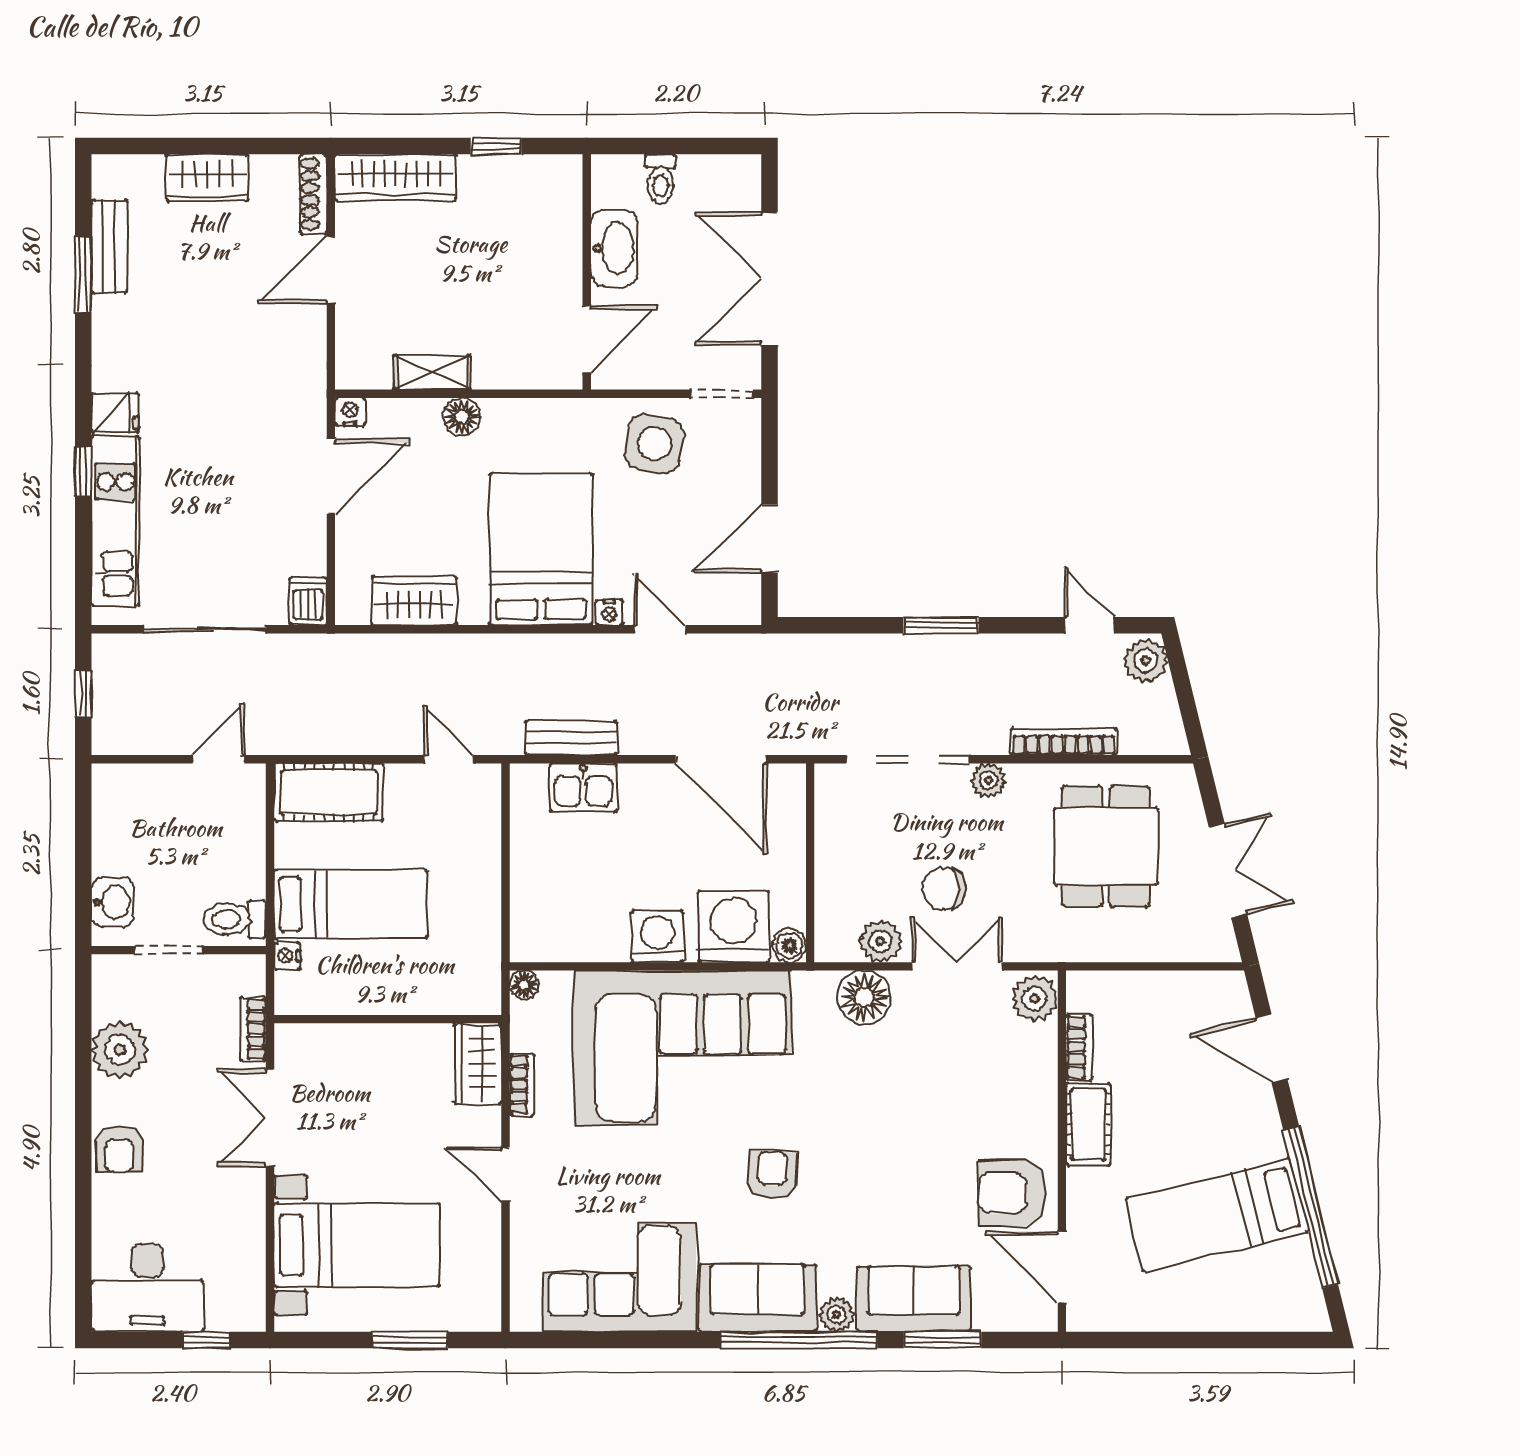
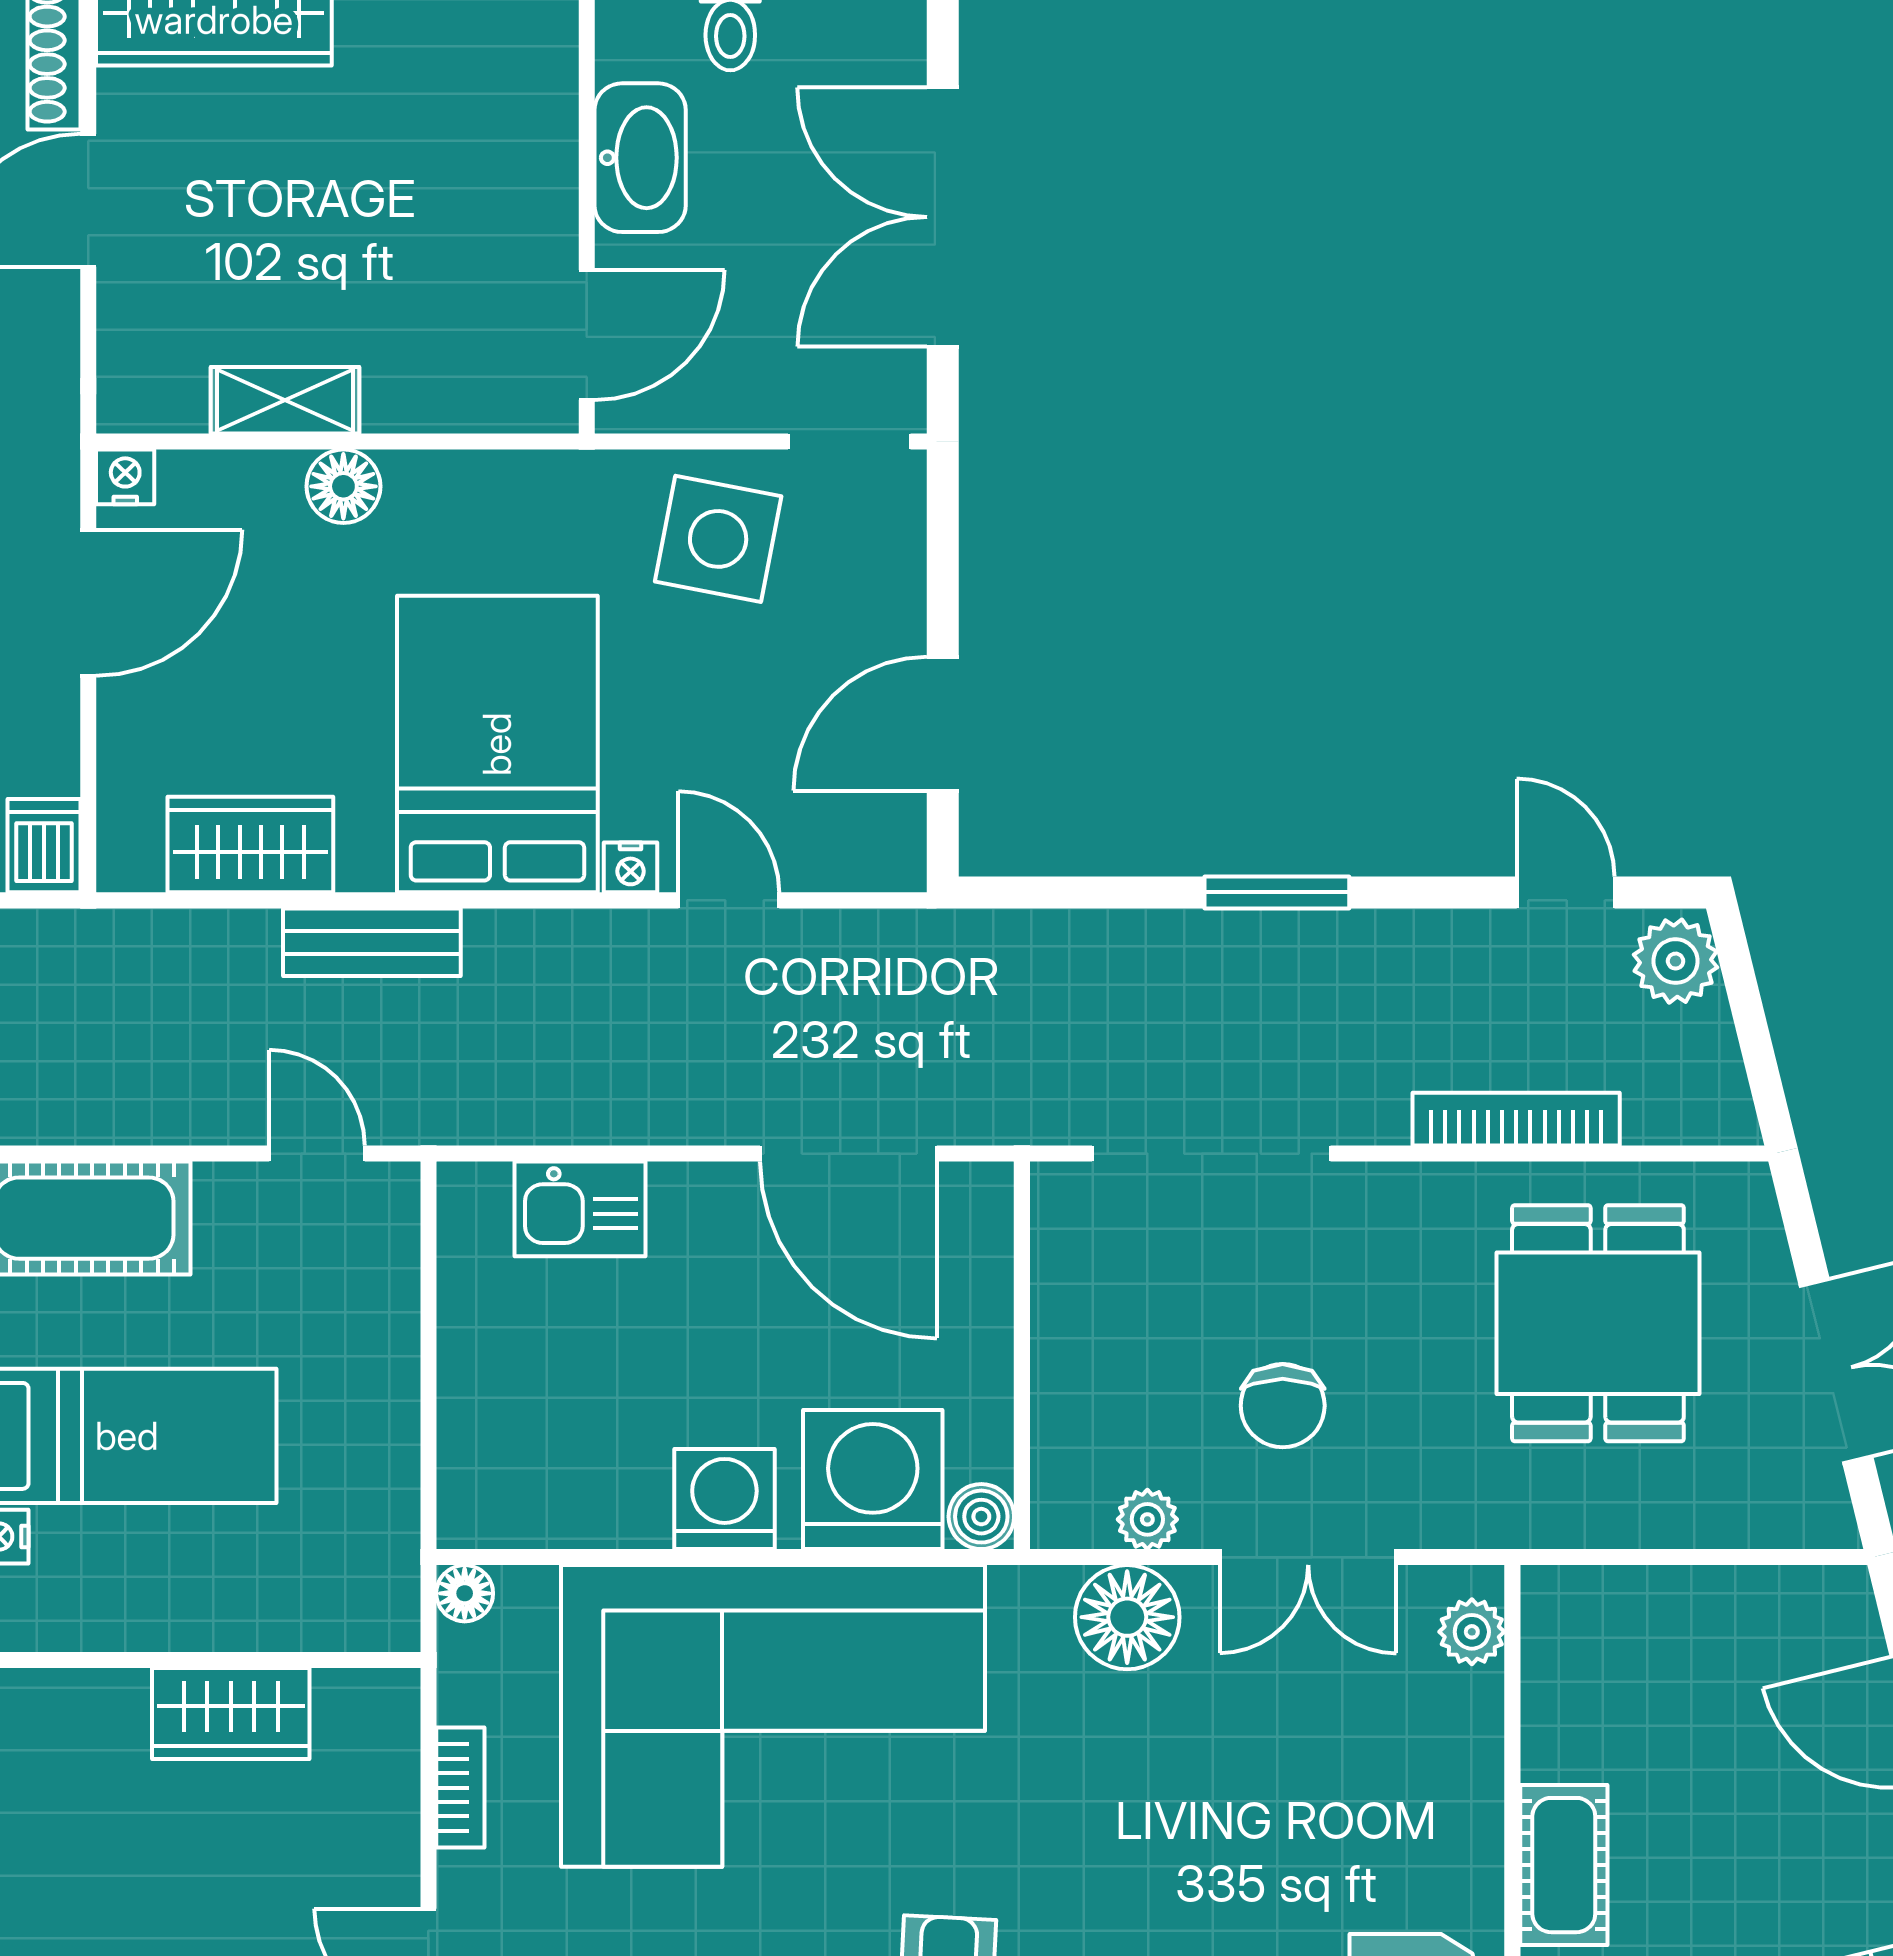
bench: (571, 738) -> (372, 942), moved
plant: (988, 780) -> (1369, 1195), removed
chair: (944, 889) -> (1283, 1406), turned -90
plant: (880, 941) -> (1147, 1519), width x0.73, depth x0.73
double door: (957, 966) -> (1308, 1557), swing flipped
plant: (1035, 998) -> (1472, 1632), width x0.73, depth x0.73
bookcase: (1079, 1047) -> (1546, 1714), removed
wardrobe: (478, 1064) -> (231, 1713), moved, turned -90

